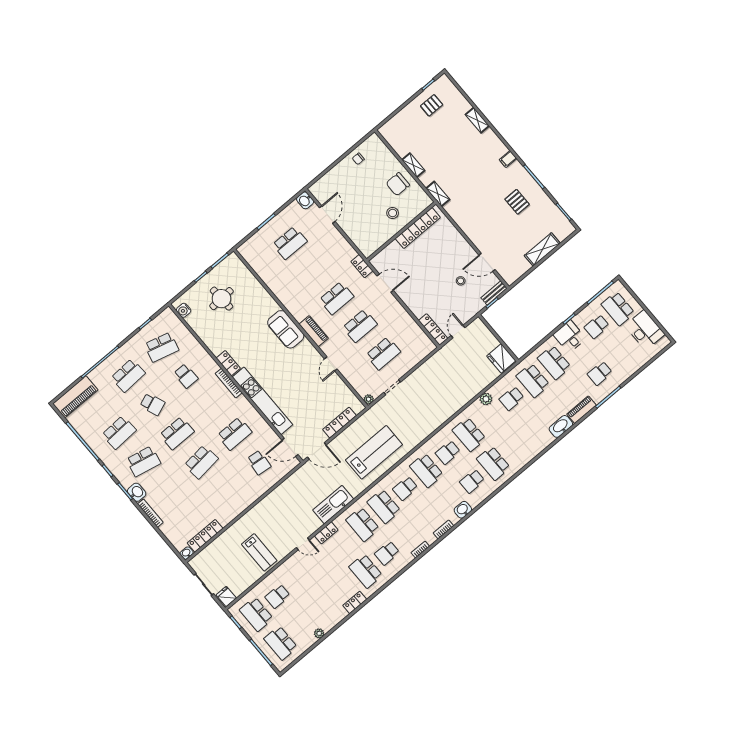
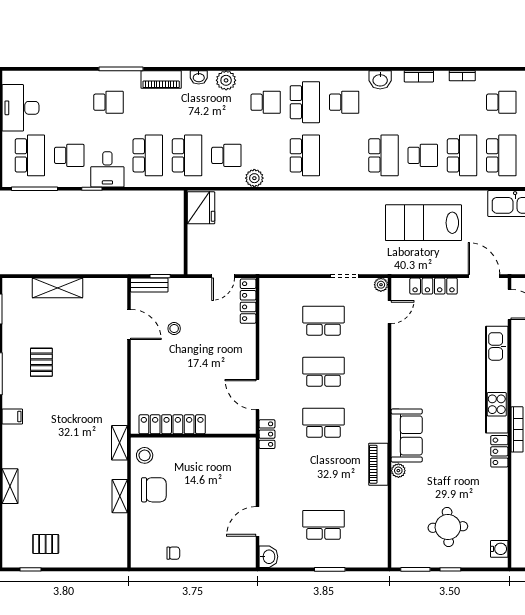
stool: (393, 213) -> (145, 455), moved
plant: (274, 306) -> (398, 471), added
piano: (314, 331) -> (378, 464), moved
door: (331, 364) -> (390, 312), moved
washbasin: (561, 426) -> (199, 77), width x0.52, depth x0.69
plant: (546, 439) -> (226, 80), added
school desk: (448, 452) -> (266, 102), moved

